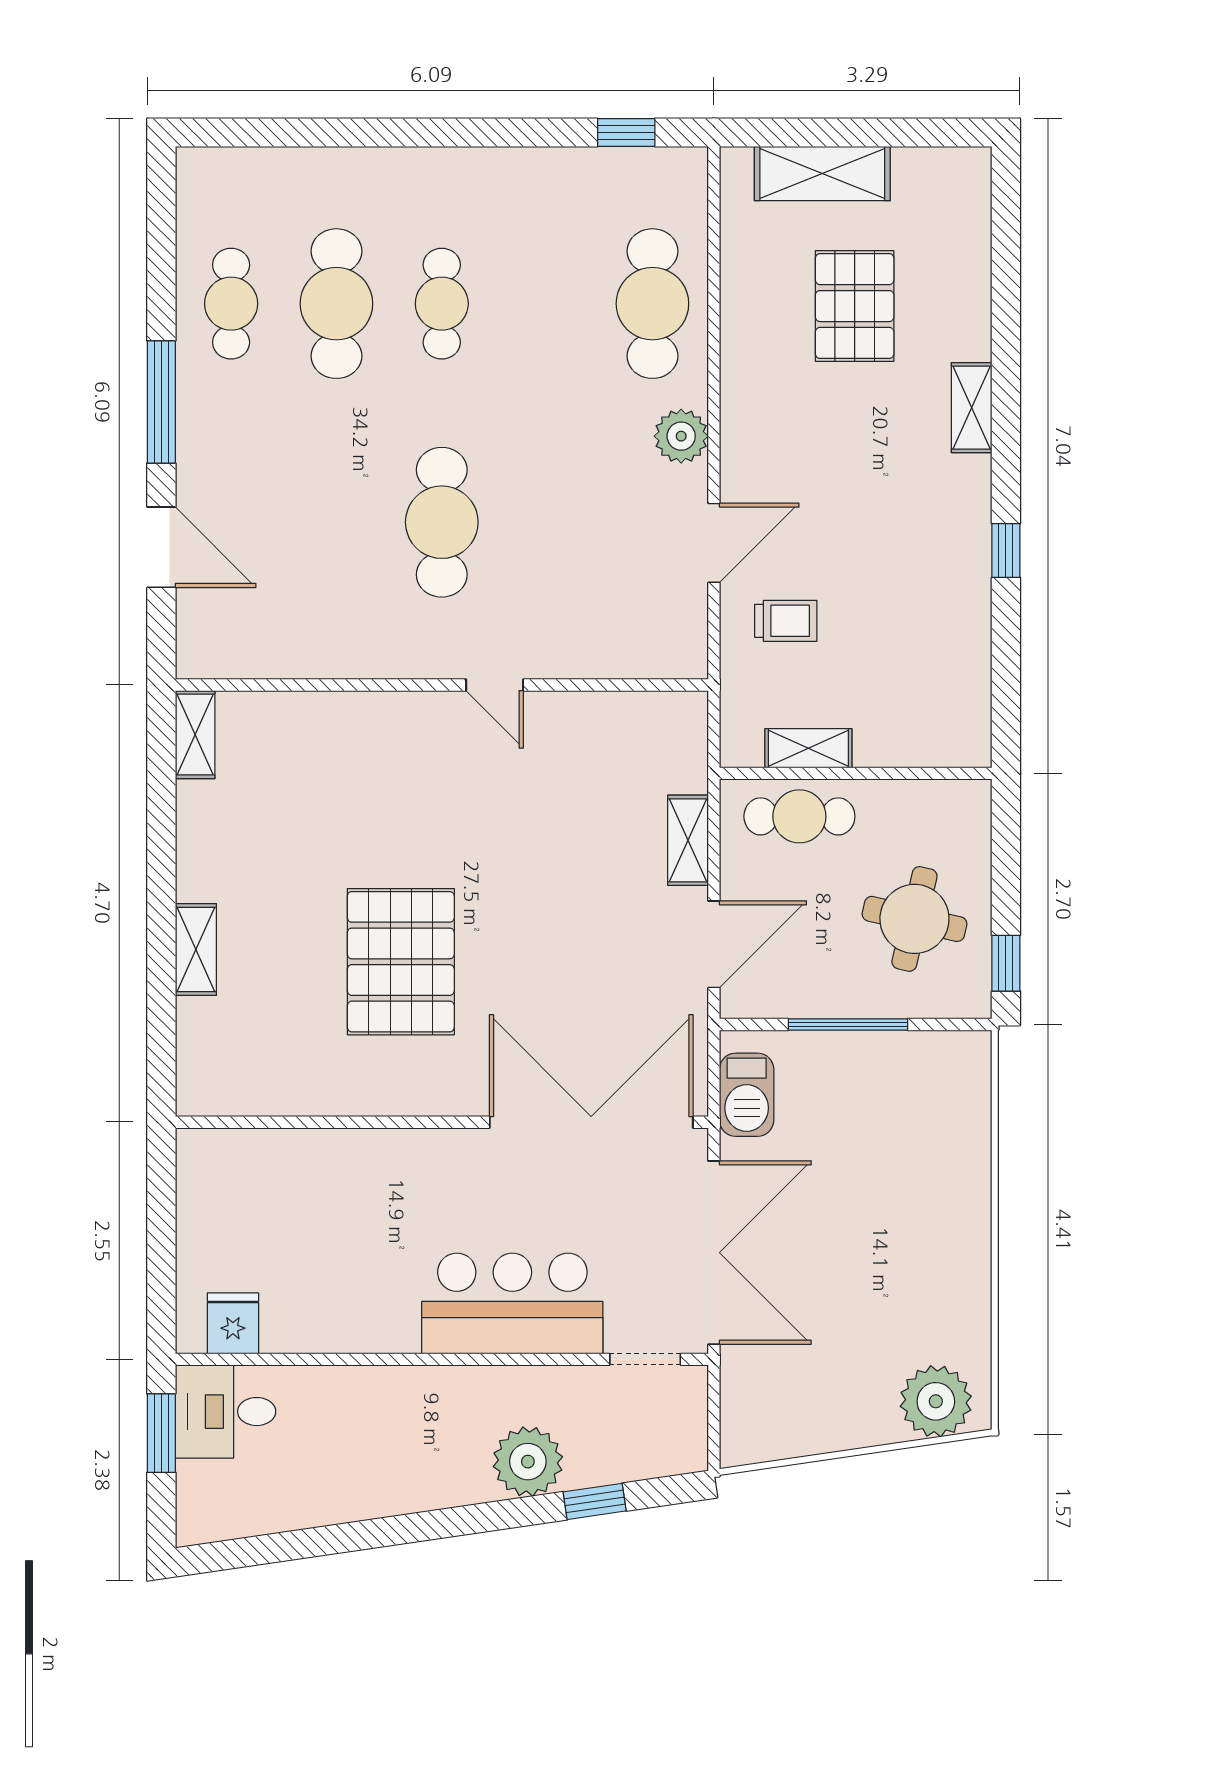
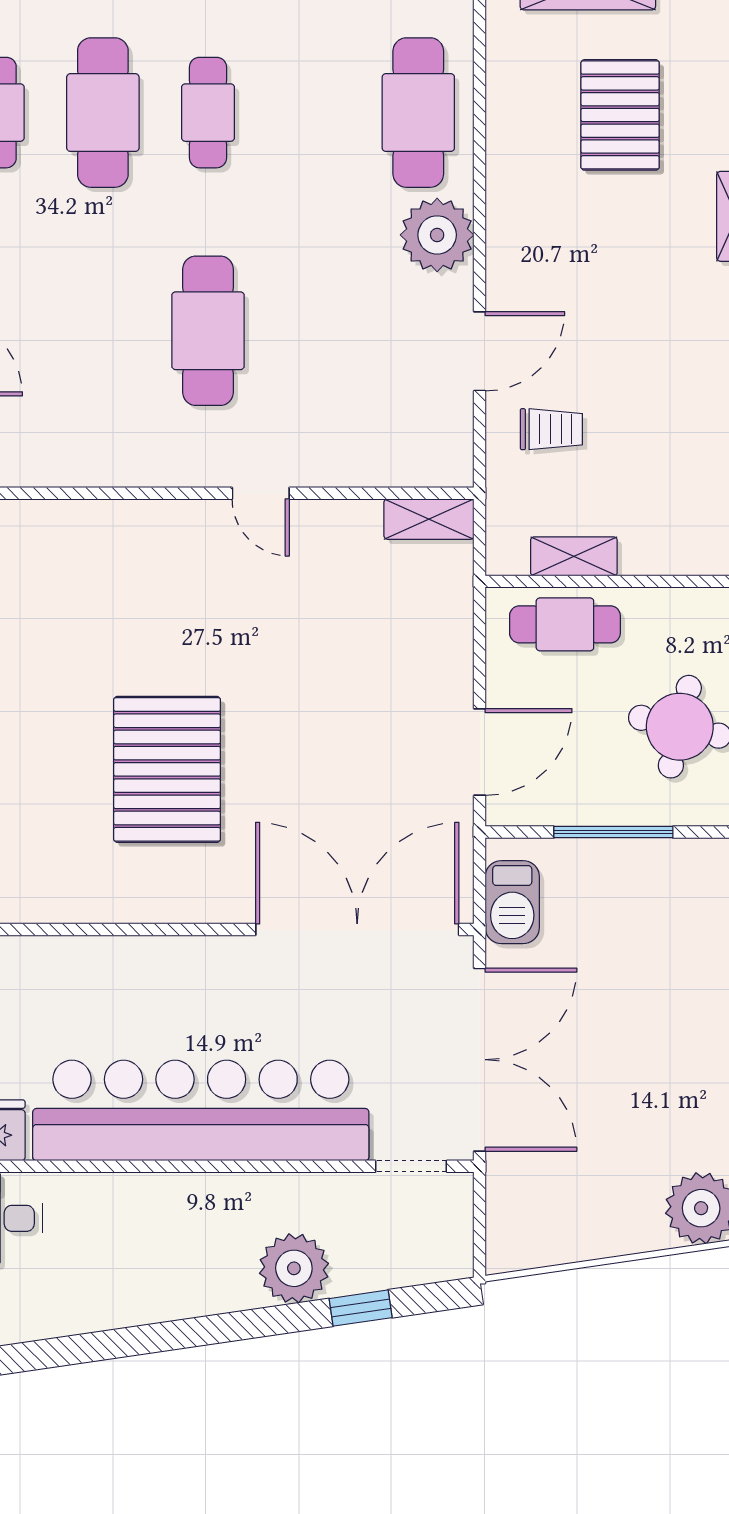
plant: (681, 436) -> (437, 235), width x1.36, depth x1.36
shelving: (688, 840) -> (429, 519), moved, turned 90
bar counter: (512, 1303) -> (201, 1110), width x1.86

